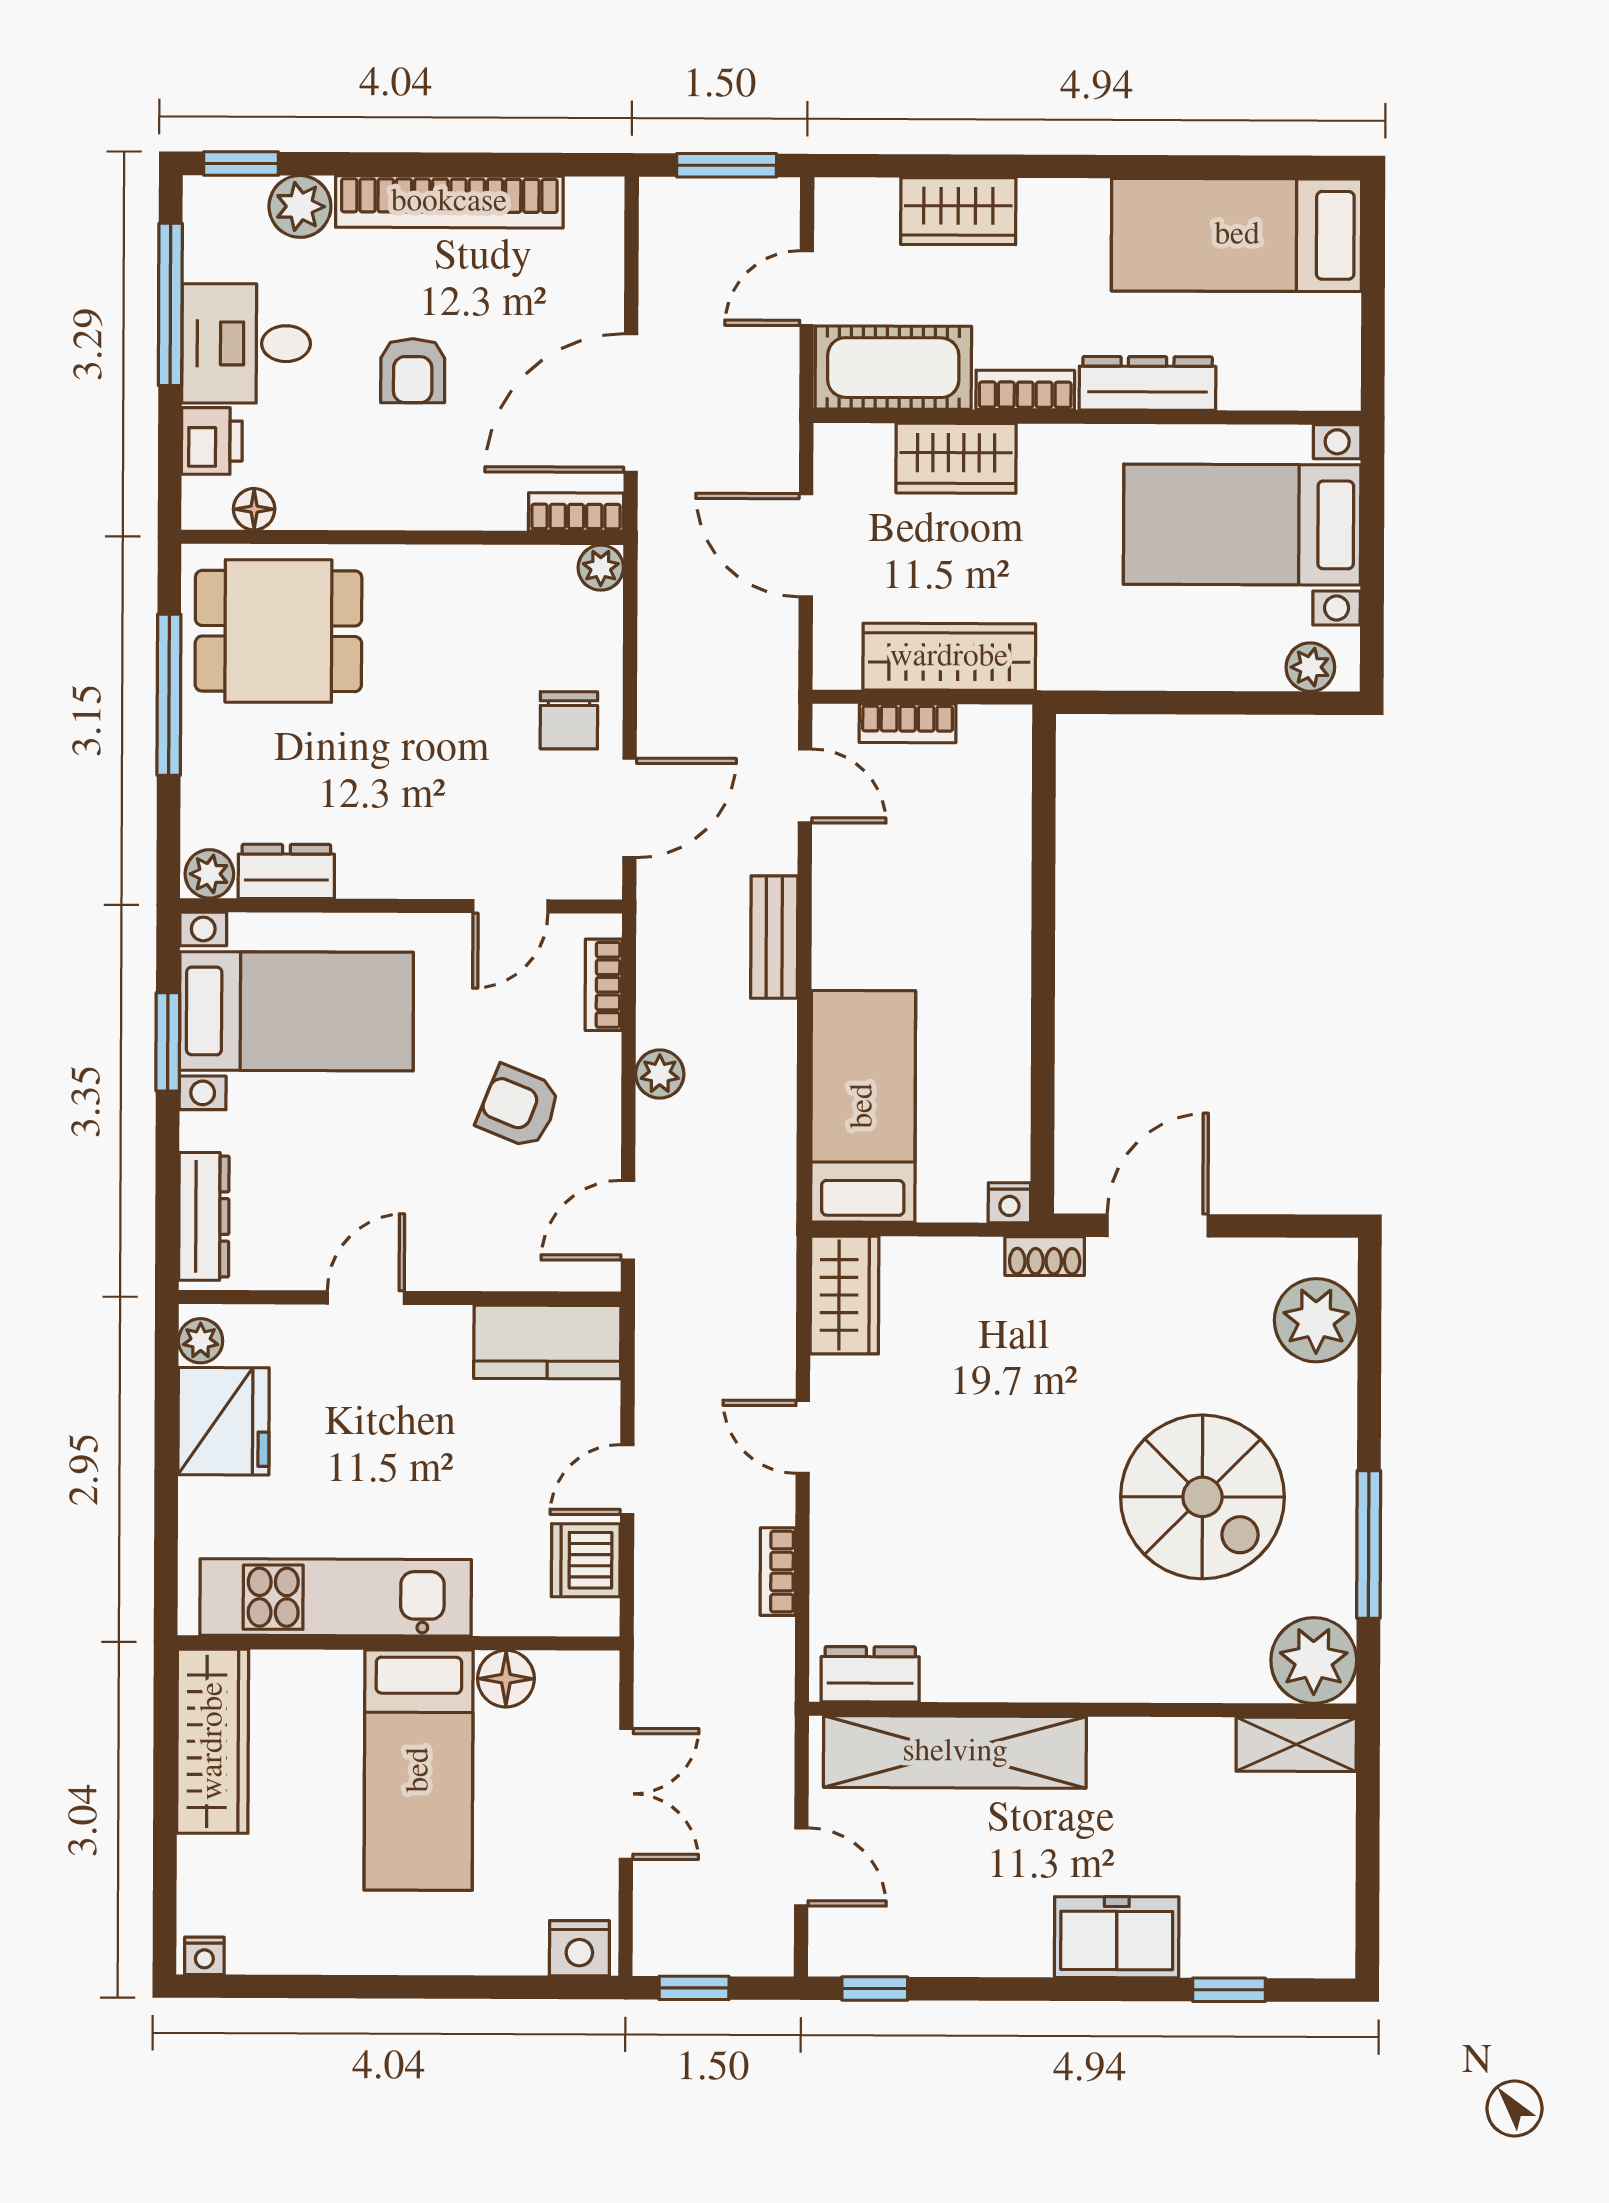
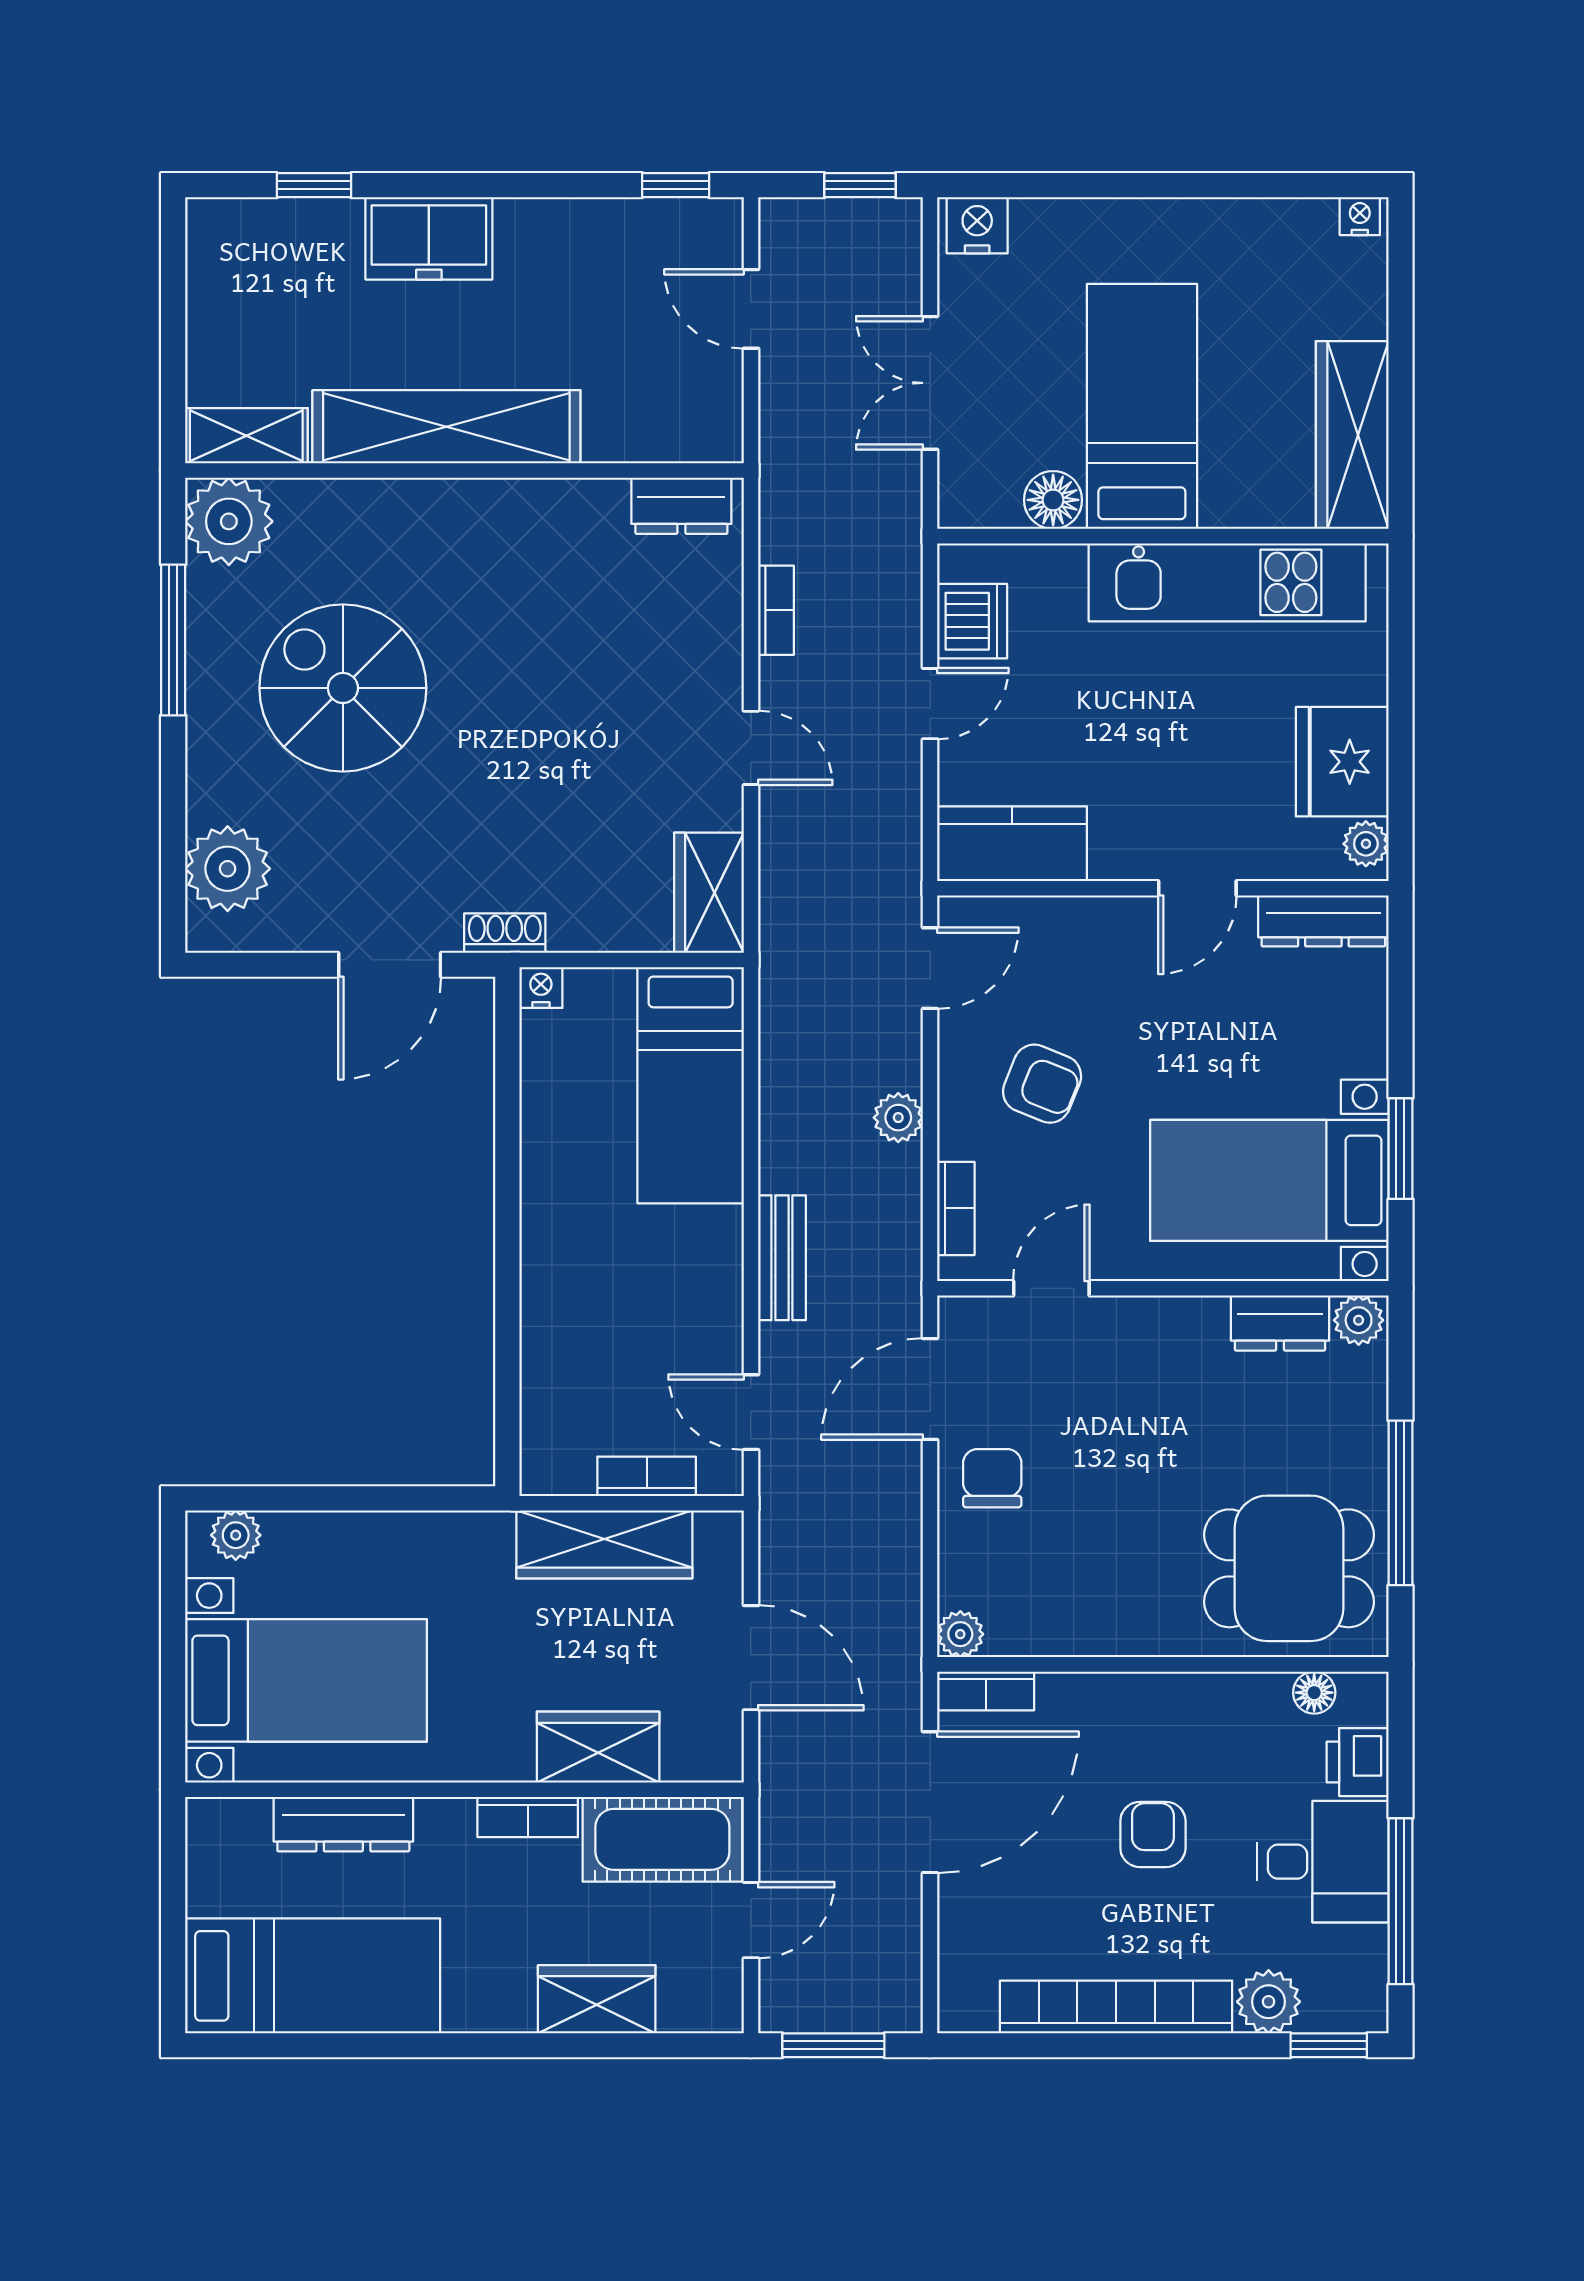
dresser: (1148, 383) -> (343, 1824), moved
dresser: (204, 1216) -> (1323, 921), moved, turned -90
shelving: (955, 1752) -> (446, 427), moved

